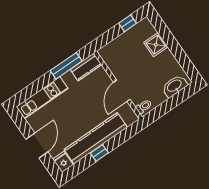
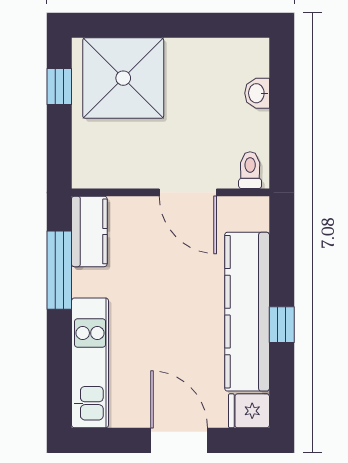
shower: (156, 45) -> (123, 78), width x1.86, depth x1.86
washbasin: (175, 86) -> (257, 93), width x0.52, depth x0.69

